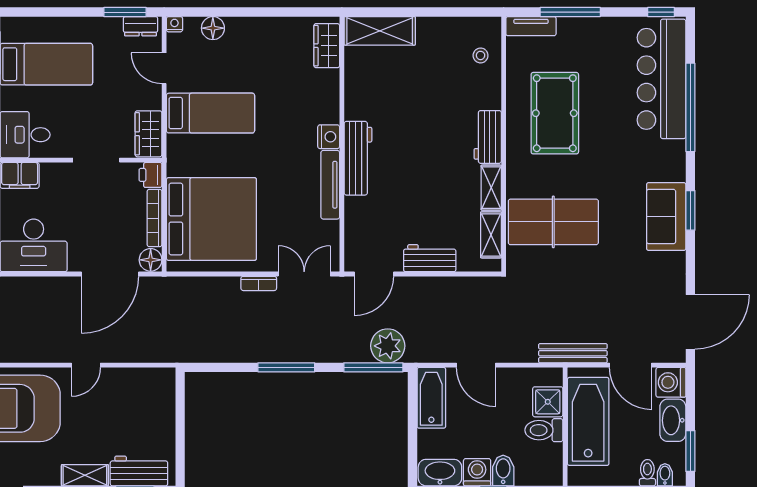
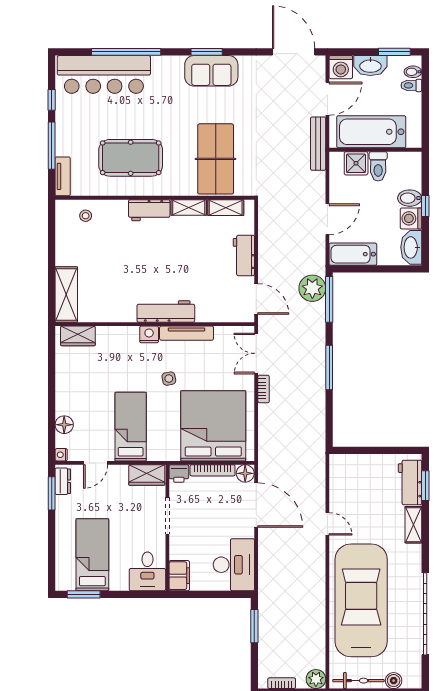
window: (661, 12) -> (52, 100), moved
side table: (272, 162) -> (169, 379), added

